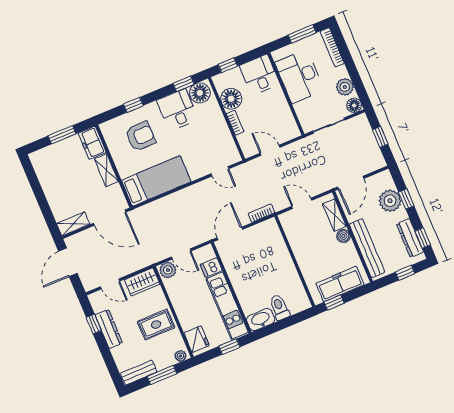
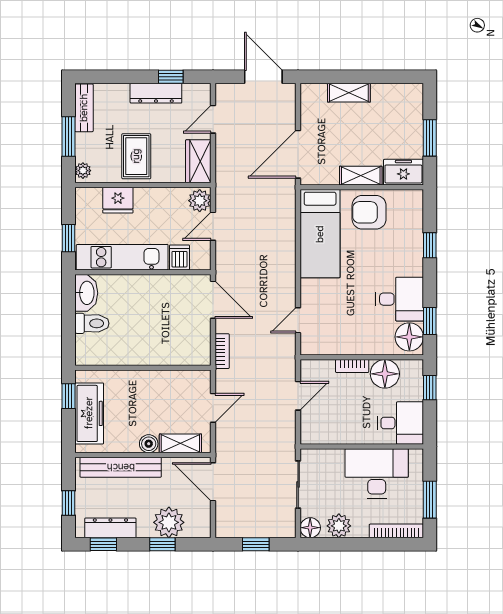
armchair: (140, 136) -> (369, 212), moved, turned 91
shelving: (73, 224) -> (349, 93), moved, turned 90
fridge: (197, 339) -> (118, 200), moved

